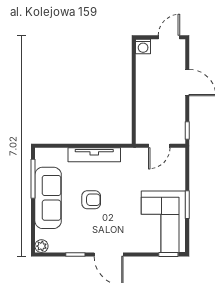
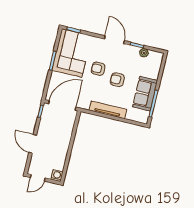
door: (159, 146) -> (62, 105), width x1.88
sofa: (48, 198) -> (145, 94), width x0.73
armchair: (122, 209) -> (98, 69), added
plant: (41, 246) -> (144, 53), moved

